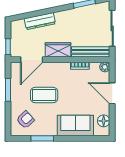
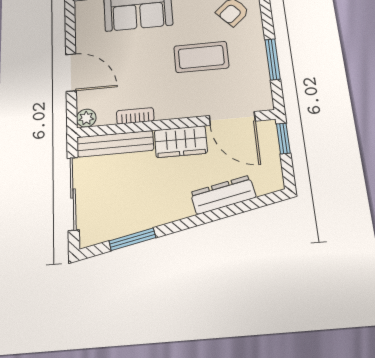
door: (32, 60) -> (232, 118), swing flipped
floor lamp: (104, 121) -> (86, 24), removed

